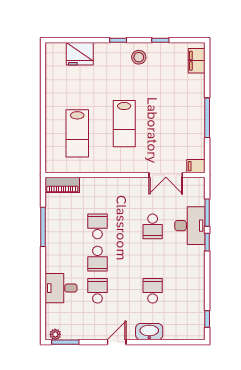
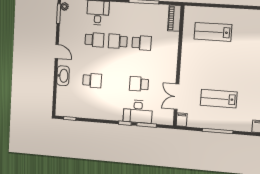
lab bench: (124, 124) -> (219, 99), moved

